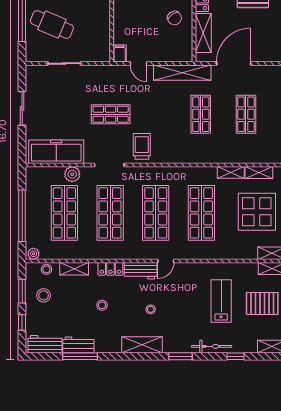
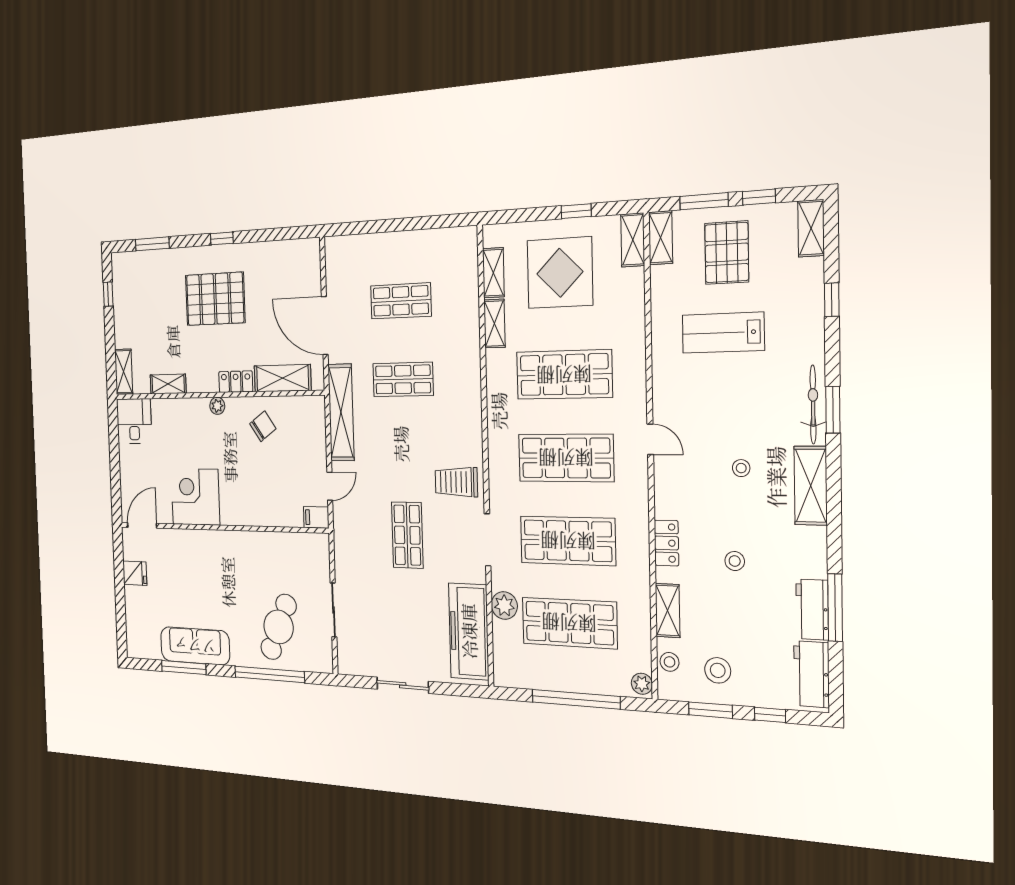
workbench: (141, 271) -> (669, 487), removed
bicycle: (212, 346) -> (813, 404), moved

